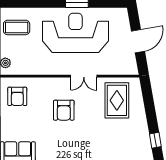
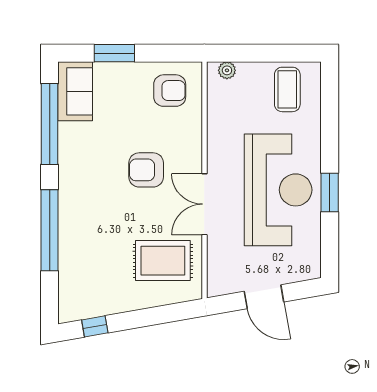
double door: (84, 76) -> (204, 204), width x1.37
armchair: (17, 96) -> (170, 91), turned 180

